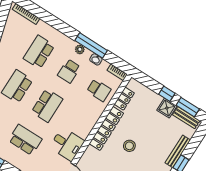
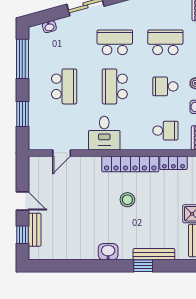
school desk: (99, 90) -> (165, 131), turned -90
school desk: (47, 105) -> (115, 86), turned 90
desk: (67, 144) -> (104, 133), moved

